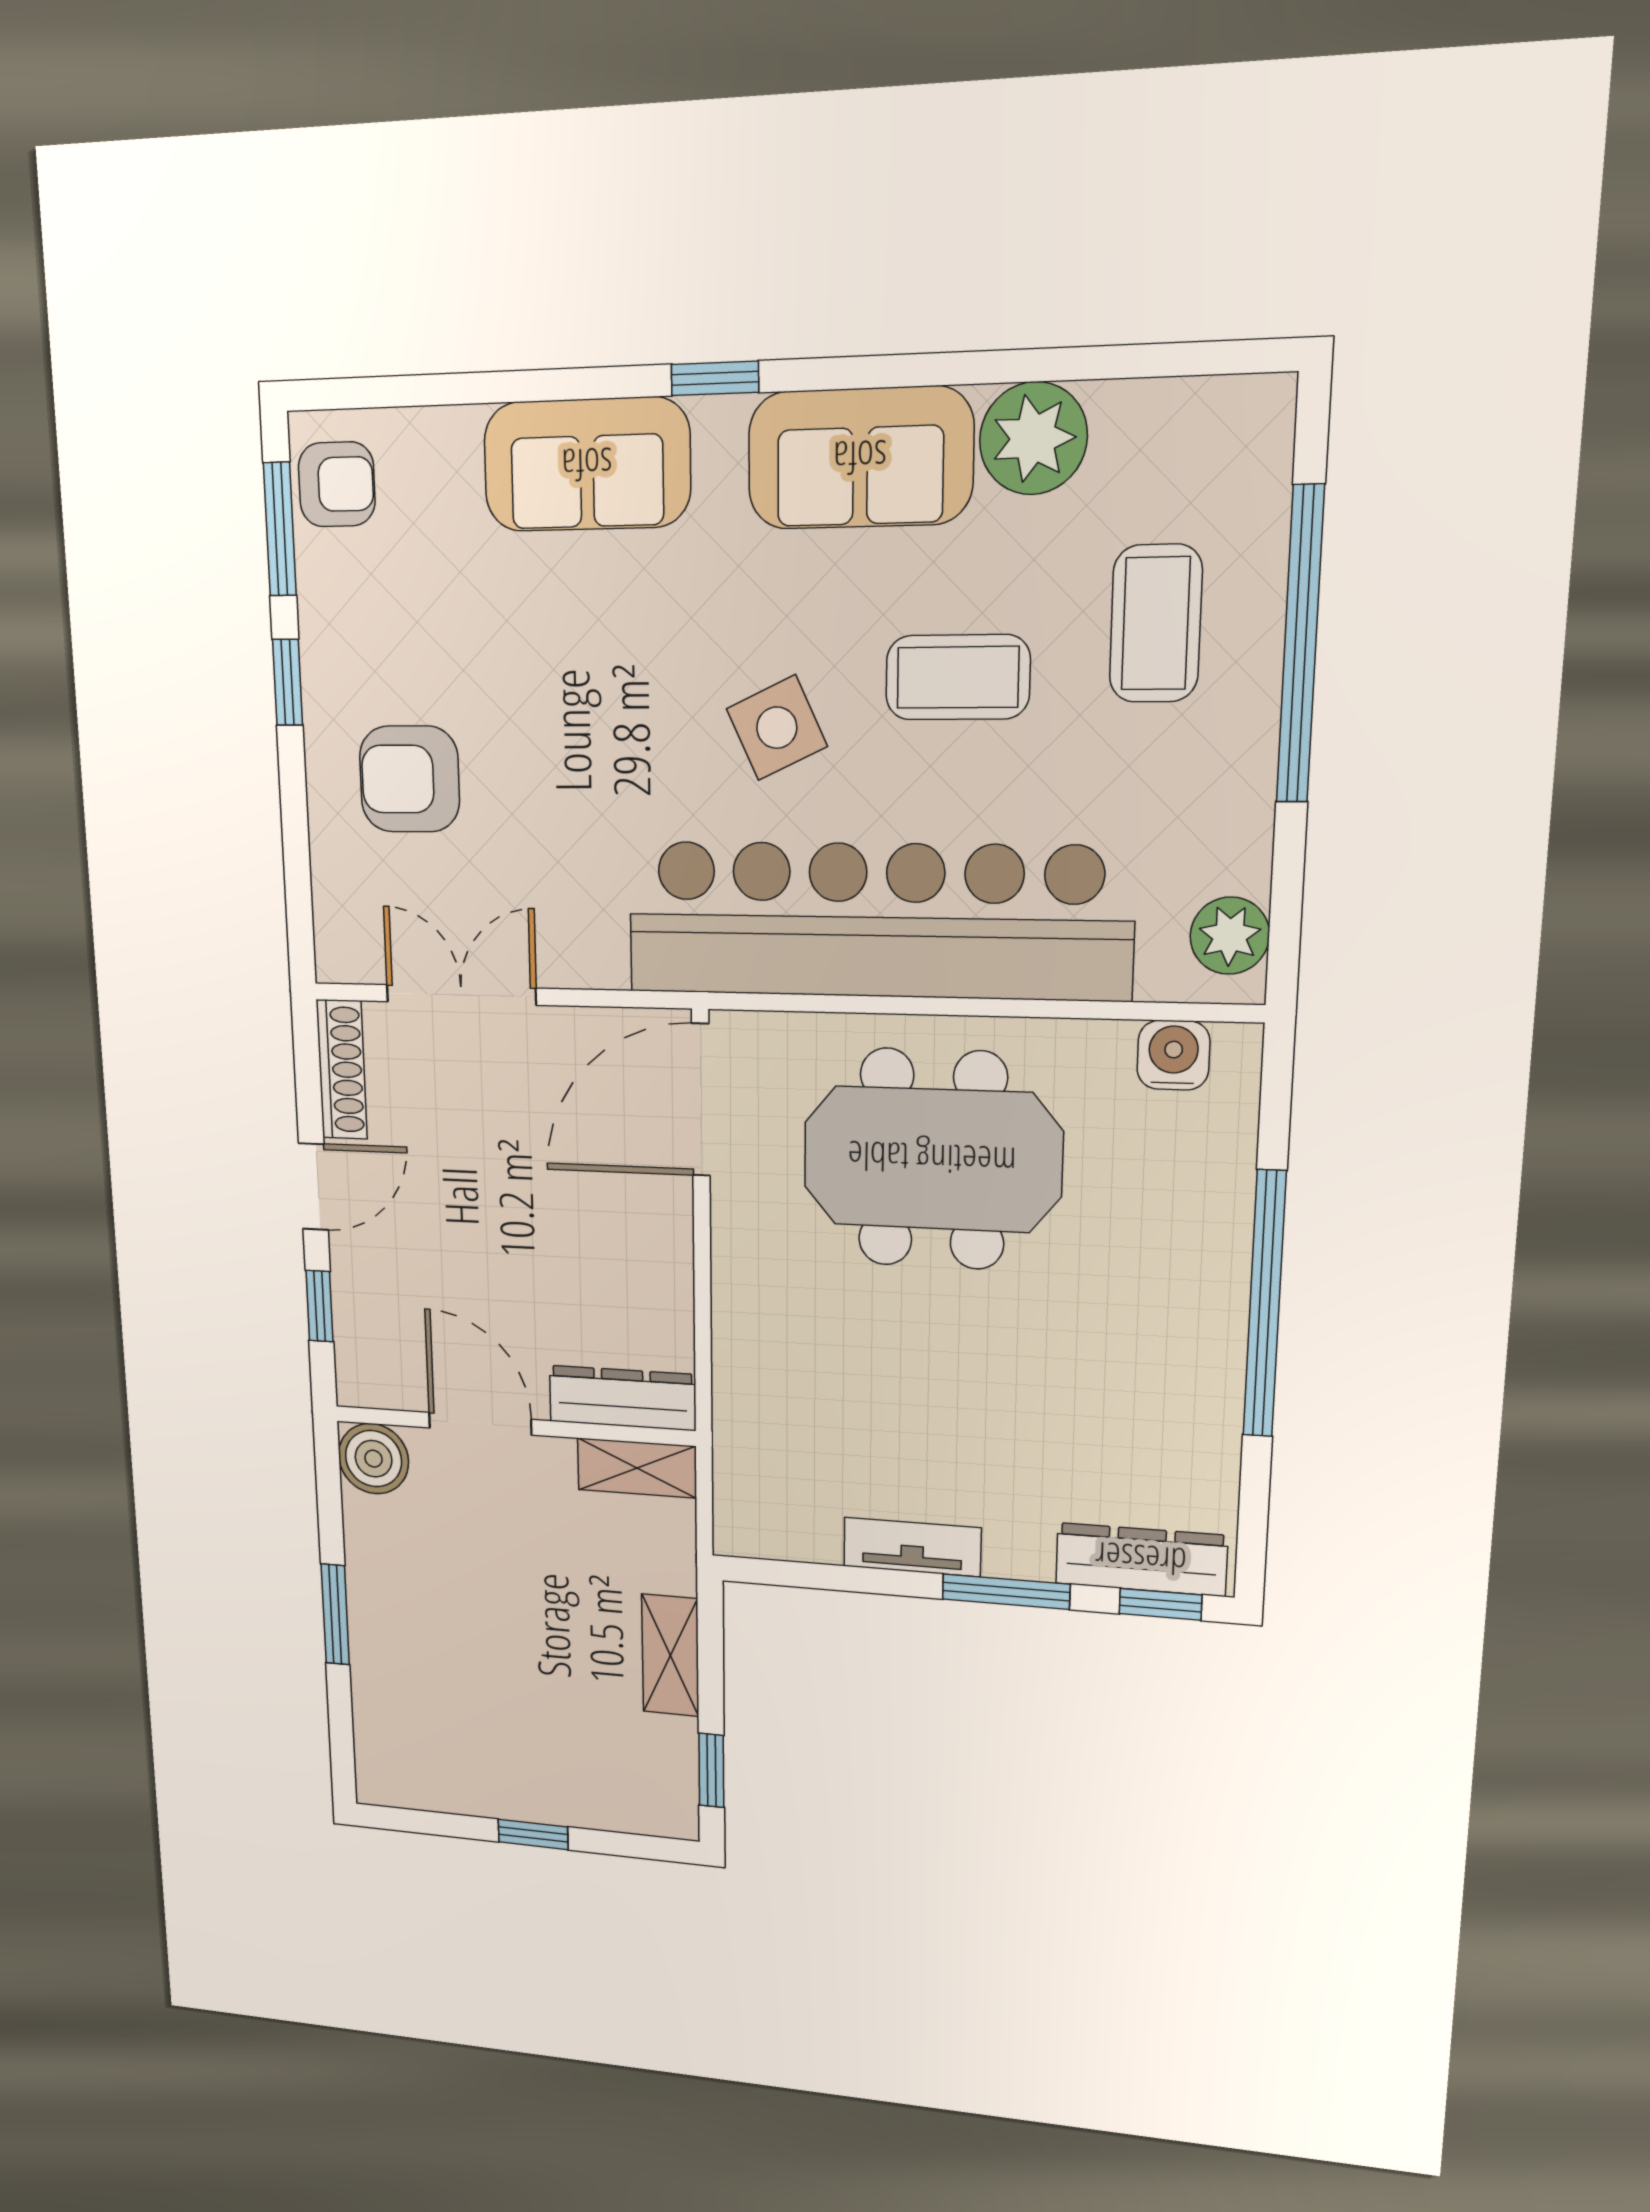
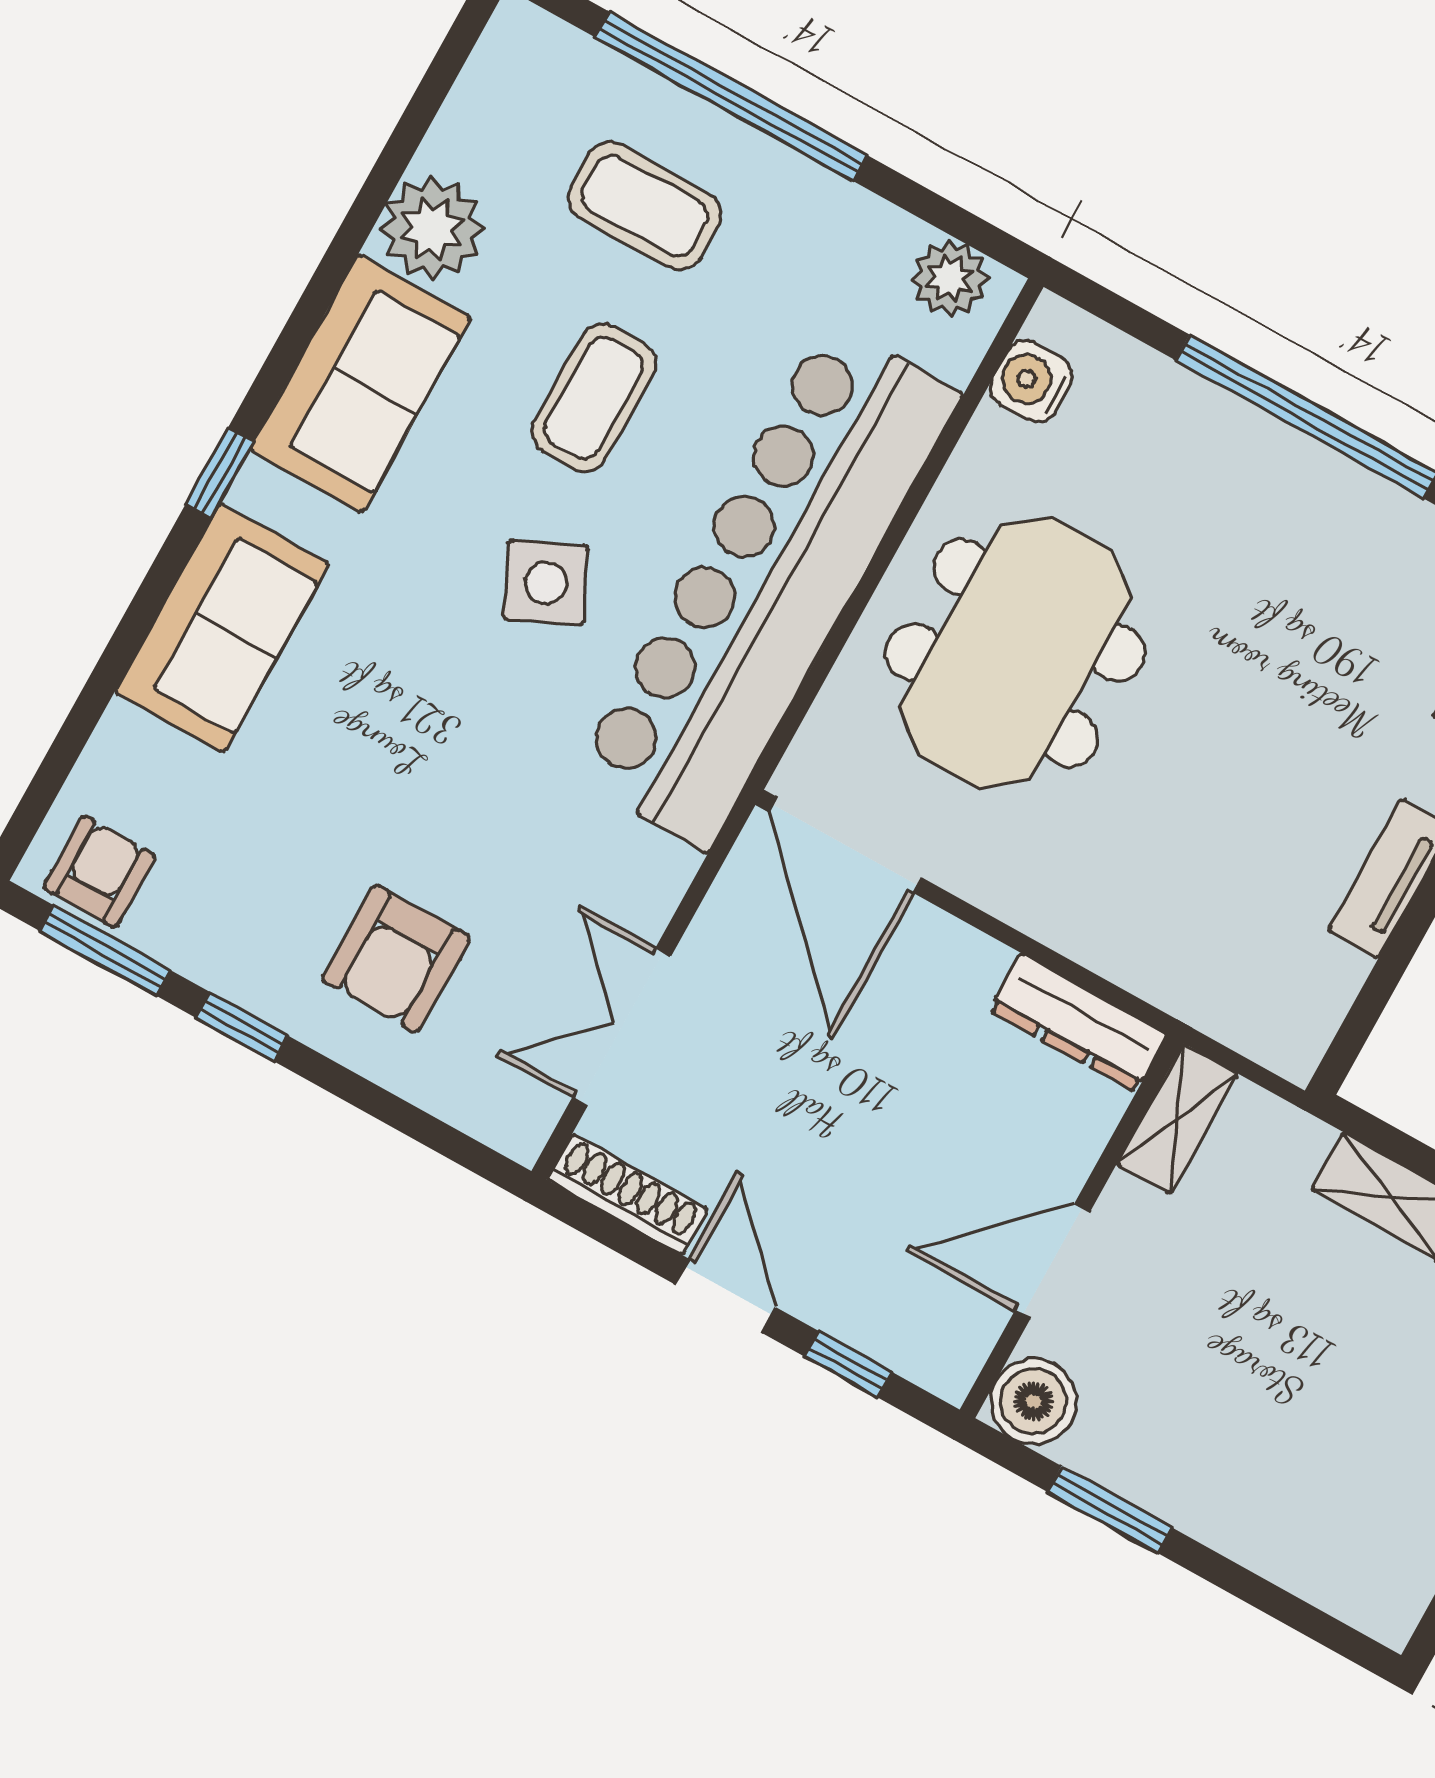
dresser: (622, 1398) -> (1078, 1023), moved, turned -90
window: (335, 1614) -> (1110, 1510), moved

